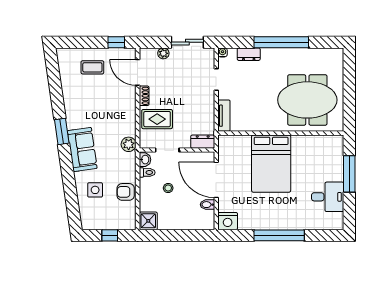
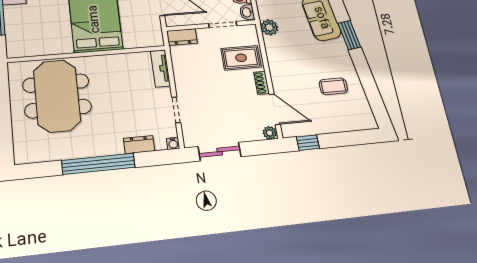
plant: (163, 53) -> (270, 133), moved
coffee table: (92, 67) -> (333, 86), moved
meeting table: (307, 100) -> (57, 96), turned 90

